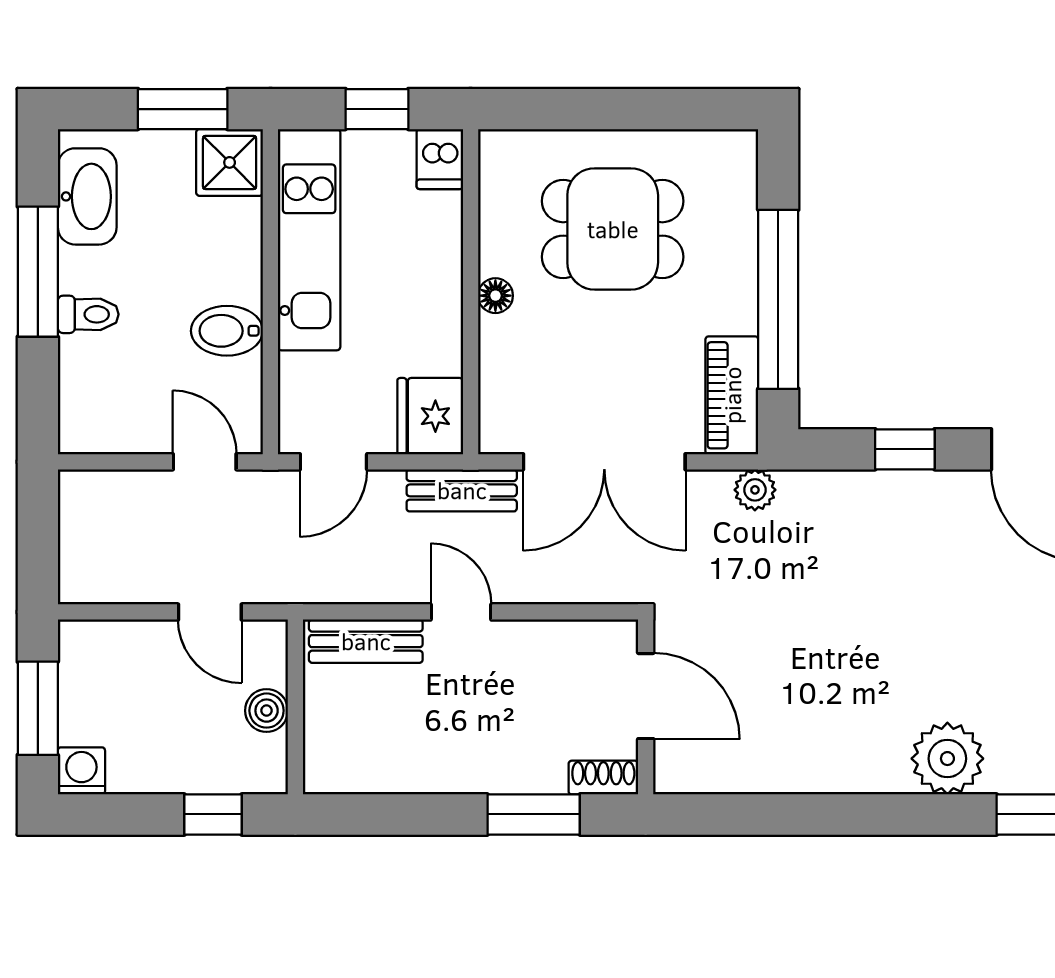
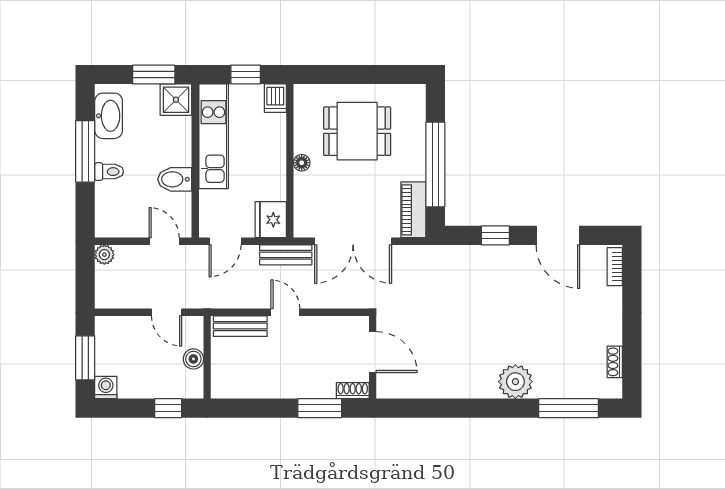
plant: (755, 490) -> (104, 255), moved

